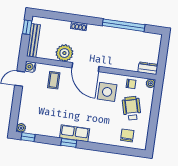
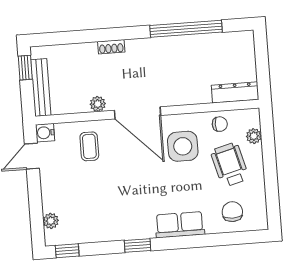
plant: (64, 53) -> (98, 104), width x0.53, depth x0.53
dresser: (148, 68) -> (235, 92), width x1.44
plant: (151, 83) -> (254, 136), moved
plant: (21, 128) -> (51, 221), moved
row of seats: (75, 133) -> (180, 225), moved

